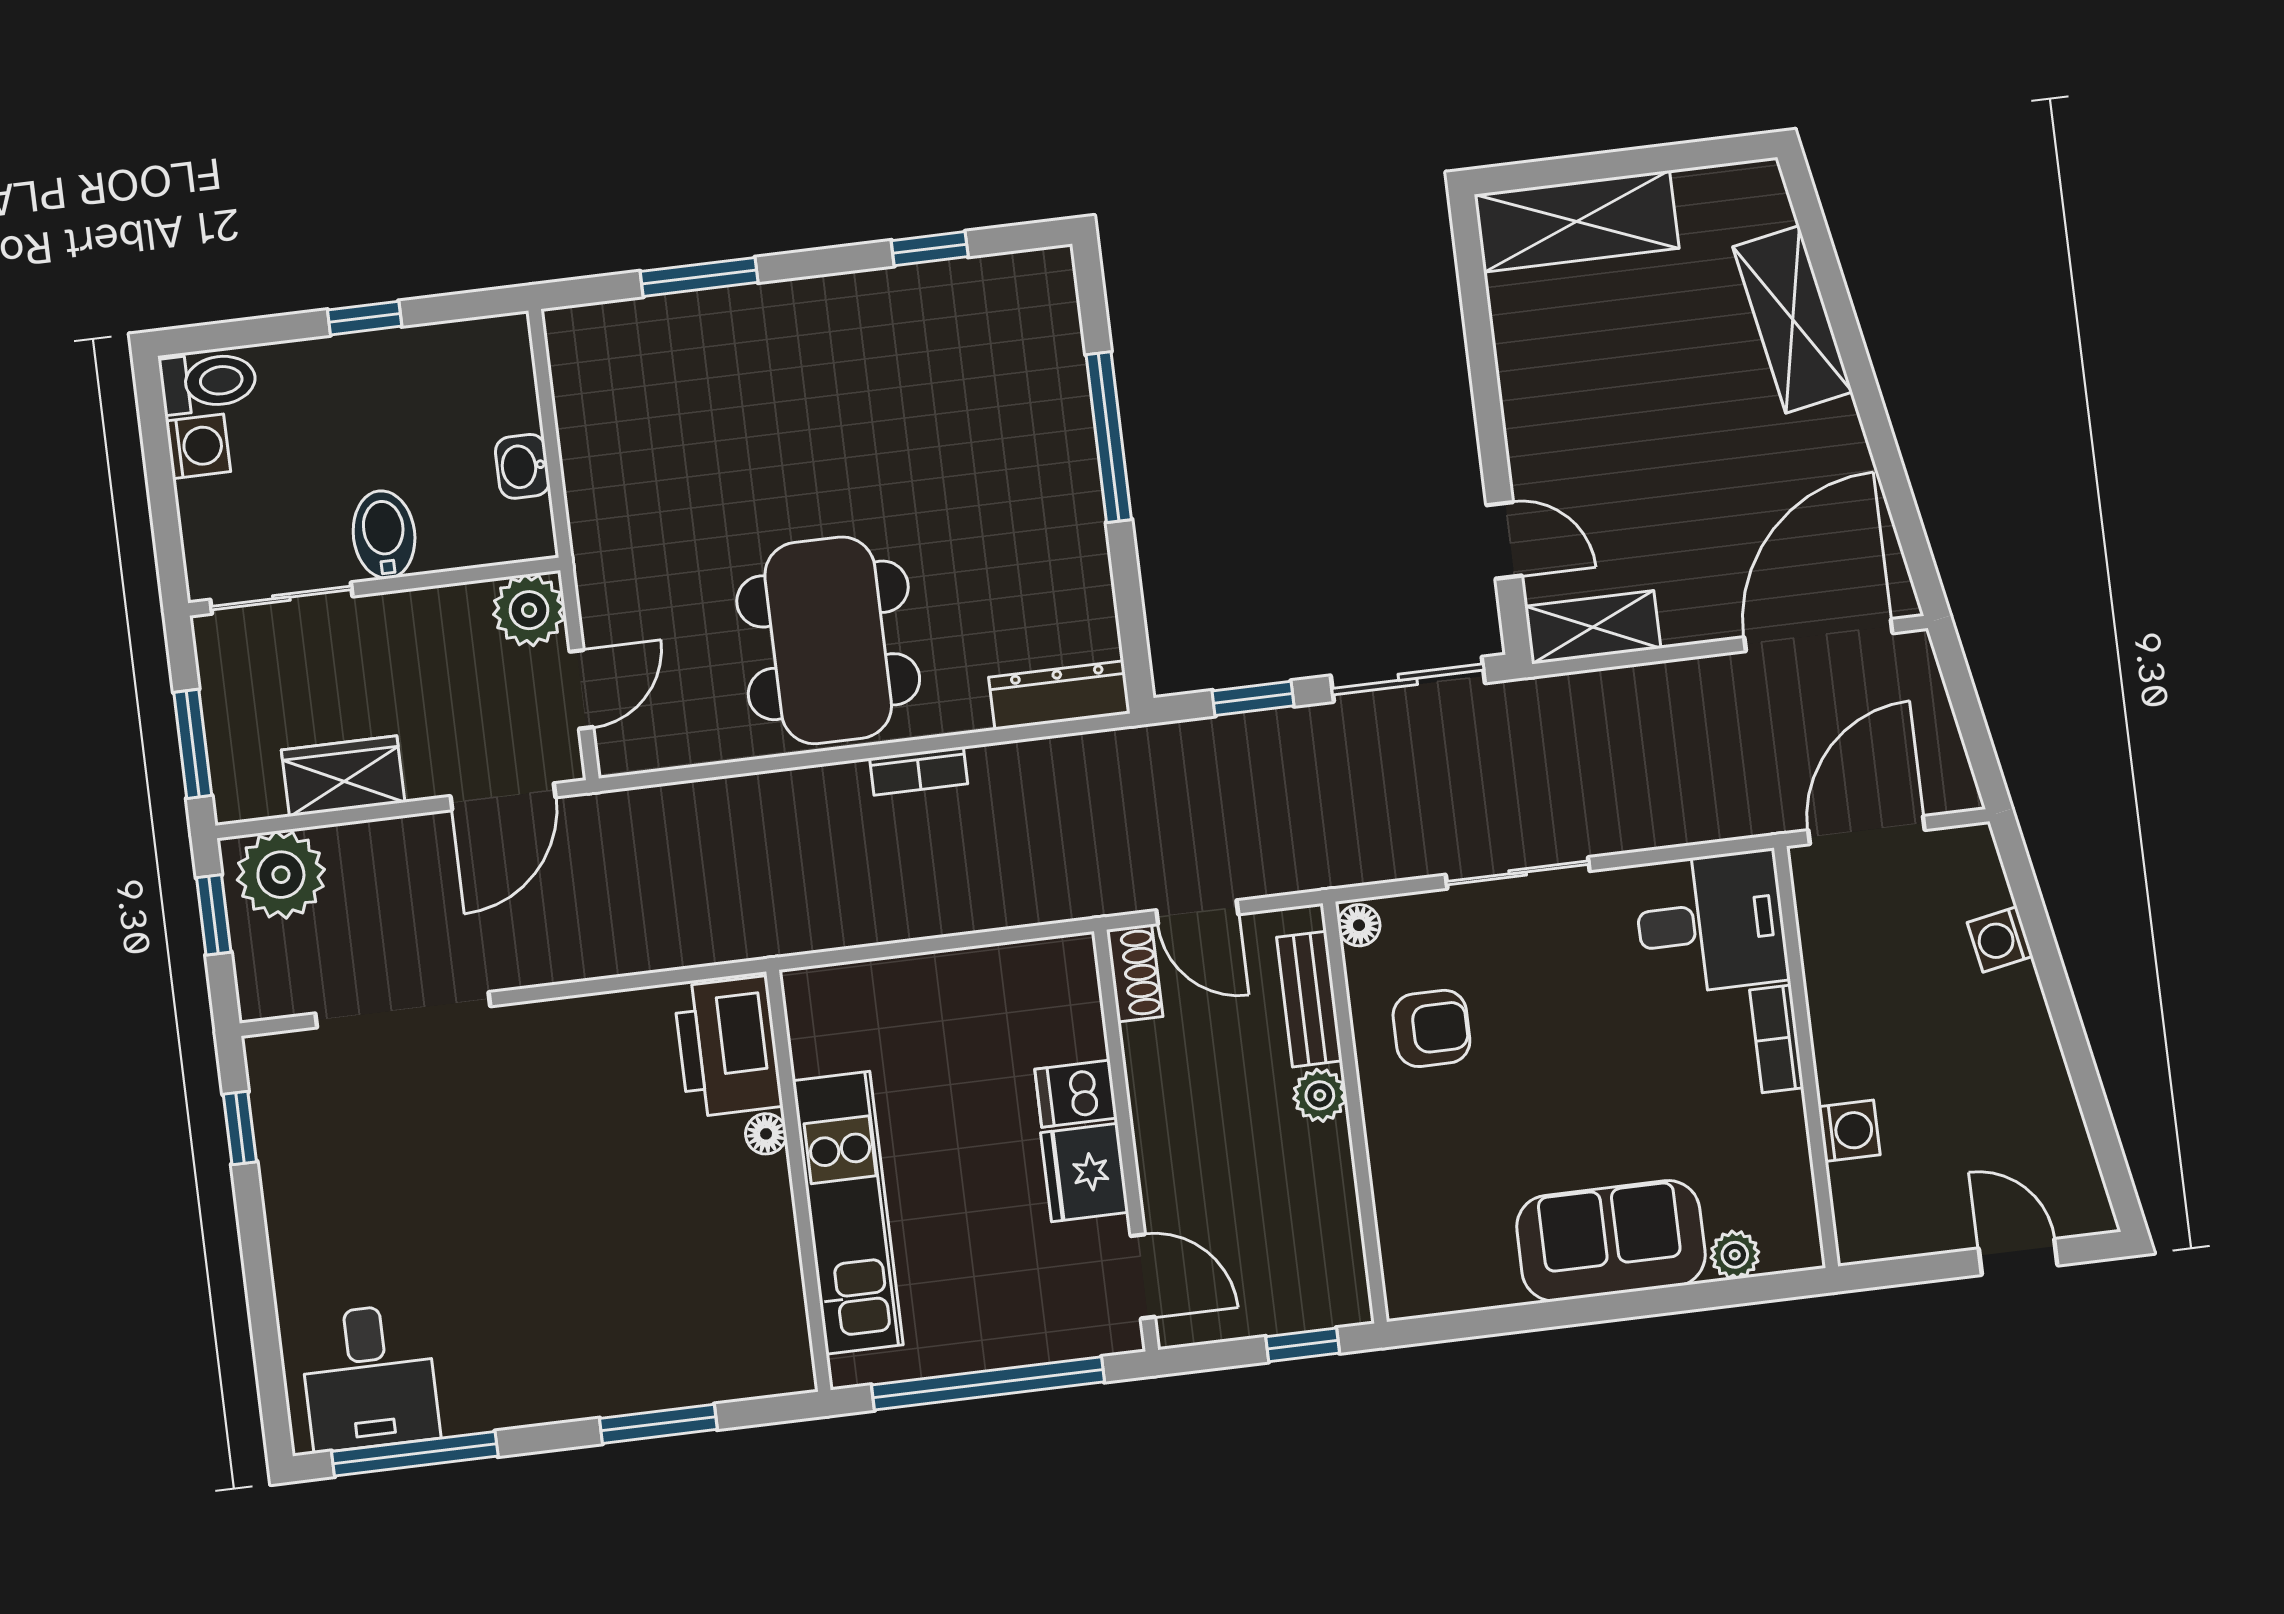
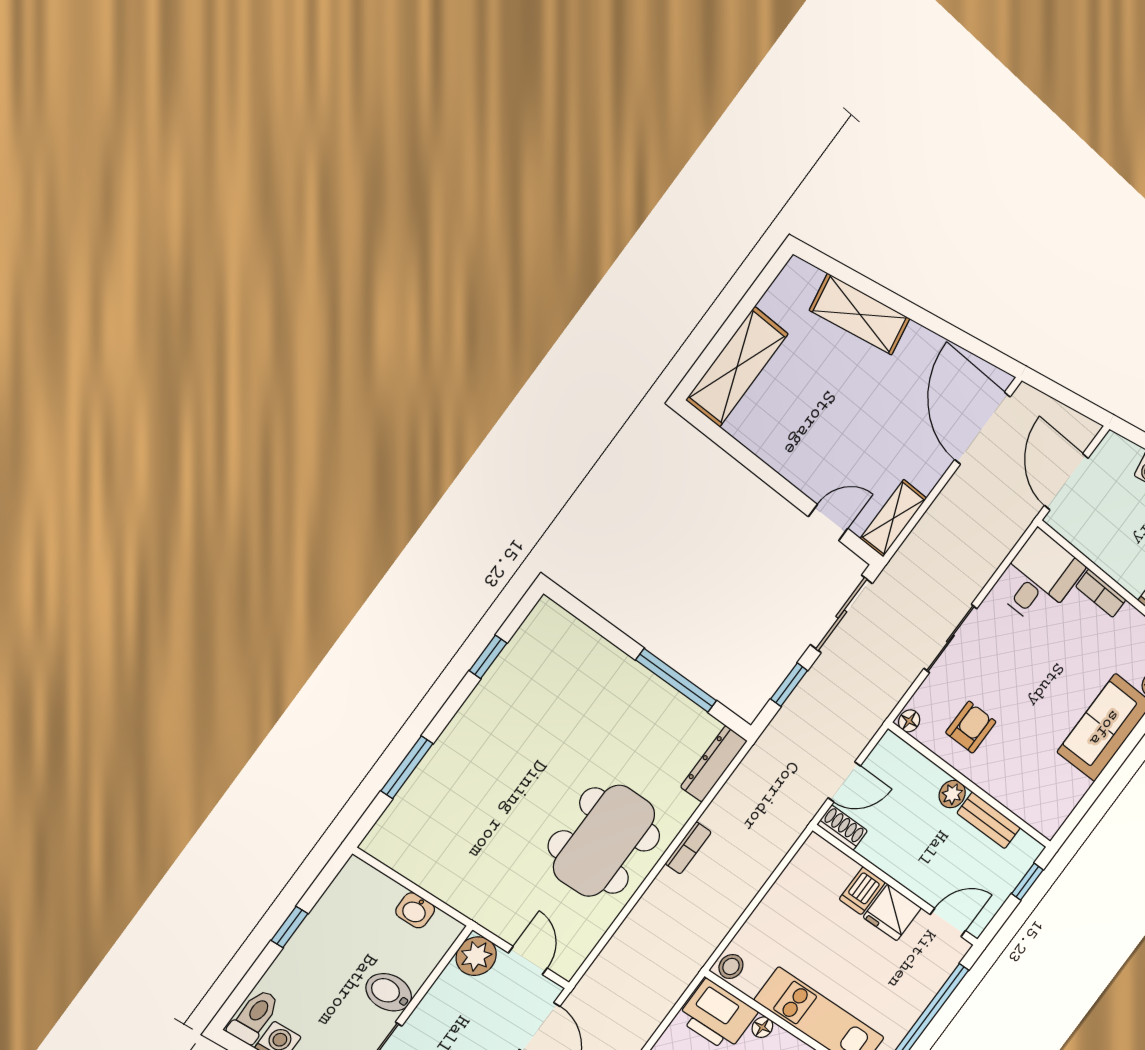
window: (1109, 437) -> (676, 680), moved
dining table: (828, 640) -> (604, 841), turned 90
stool: (811, 999) -> (731, 966), added
bench: (1309, 999) -> (989, 820), moved

